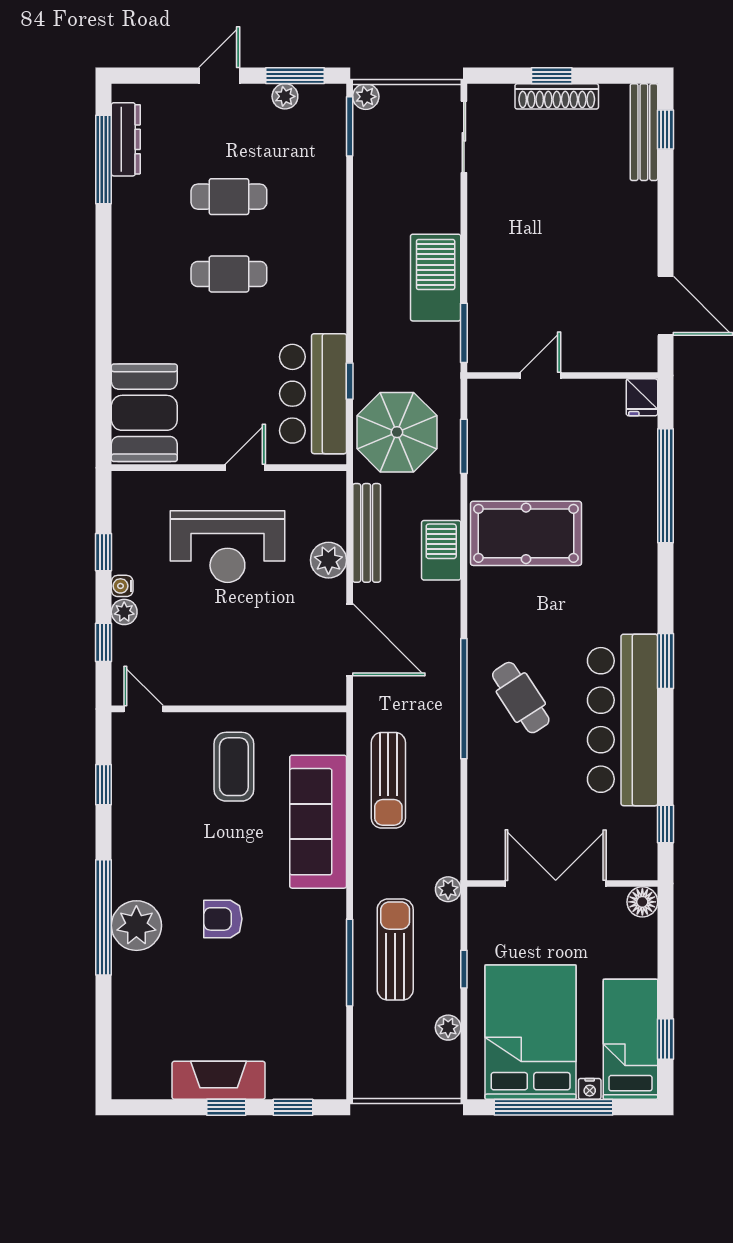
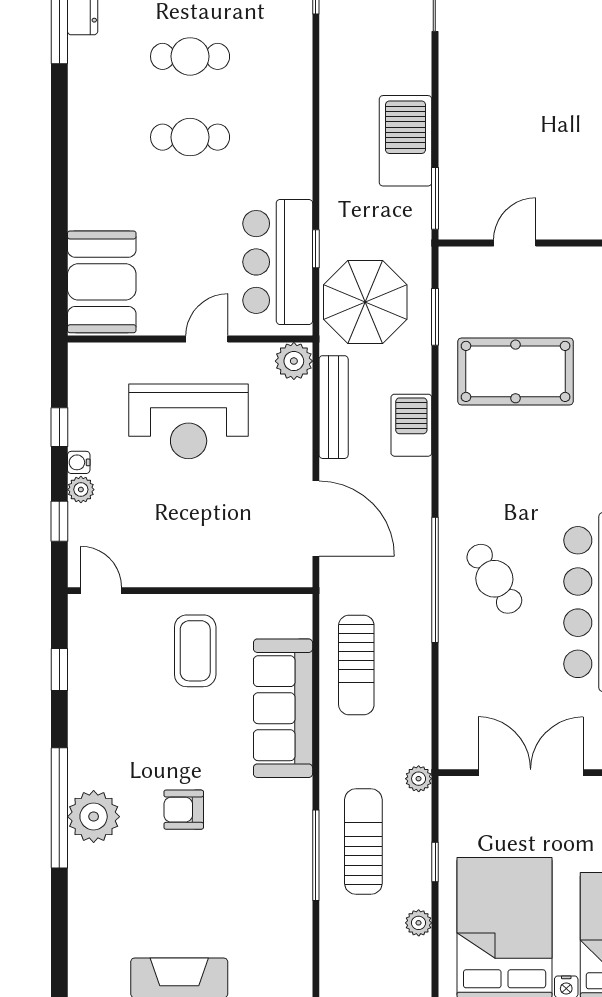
pool table: (526, 533) -> (516, 371), moved
plant: (328, 560) -> (294, 361), moved

